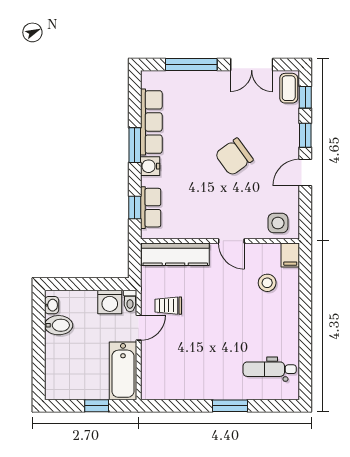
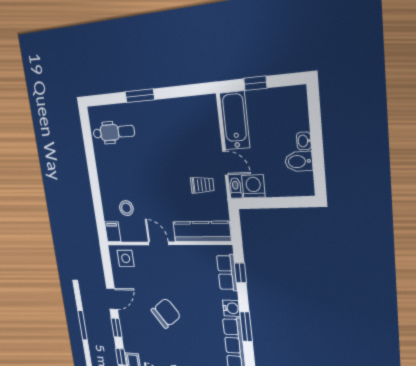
washbasin: (52, 305) -> (304, 141), moved
door: (139, 328) -> (225, 163), swing flipped

